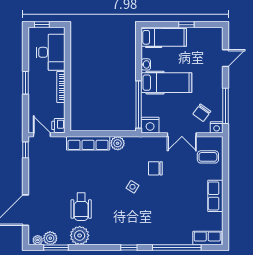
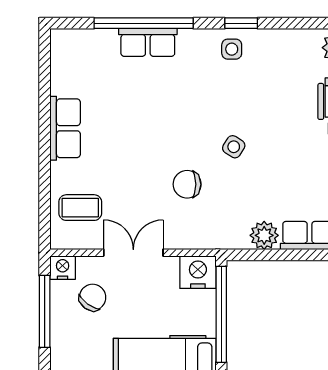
chair: (155, 168) -> (187, 184), turned 180
side table: (133, 235) -> (232, 49), added
row of seats: (207, 238) -> (148, 42), moved

